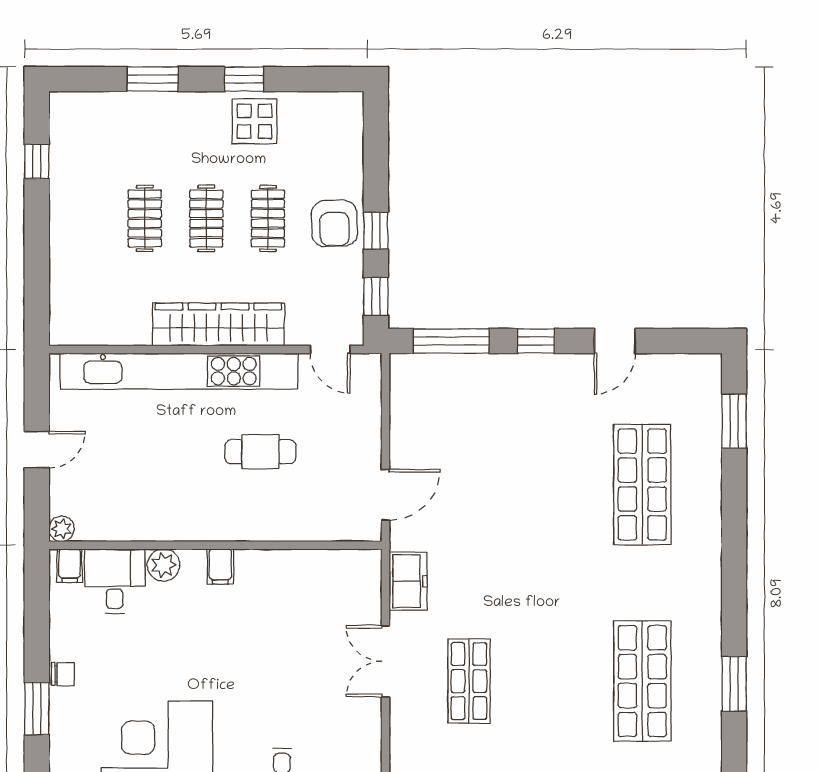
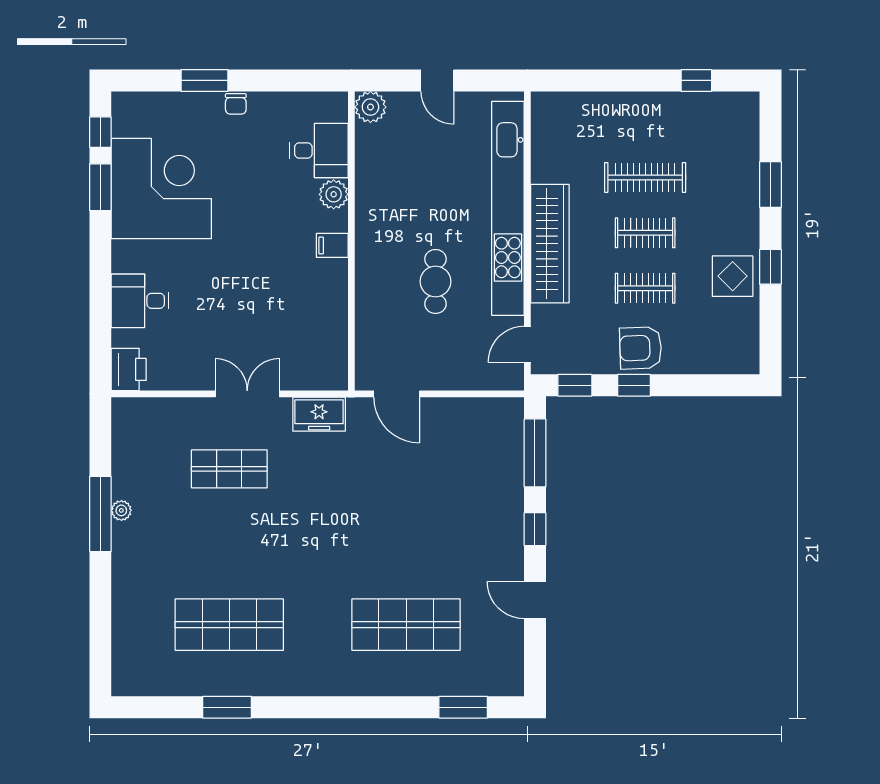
clothes rail: (145, 218) -> (645, 177), width x1.36
plant: (62, 529) -> (370, 107), width x1.38, depth x1.38
filing cabinet: (70, 566) -> (333, 110), removed

